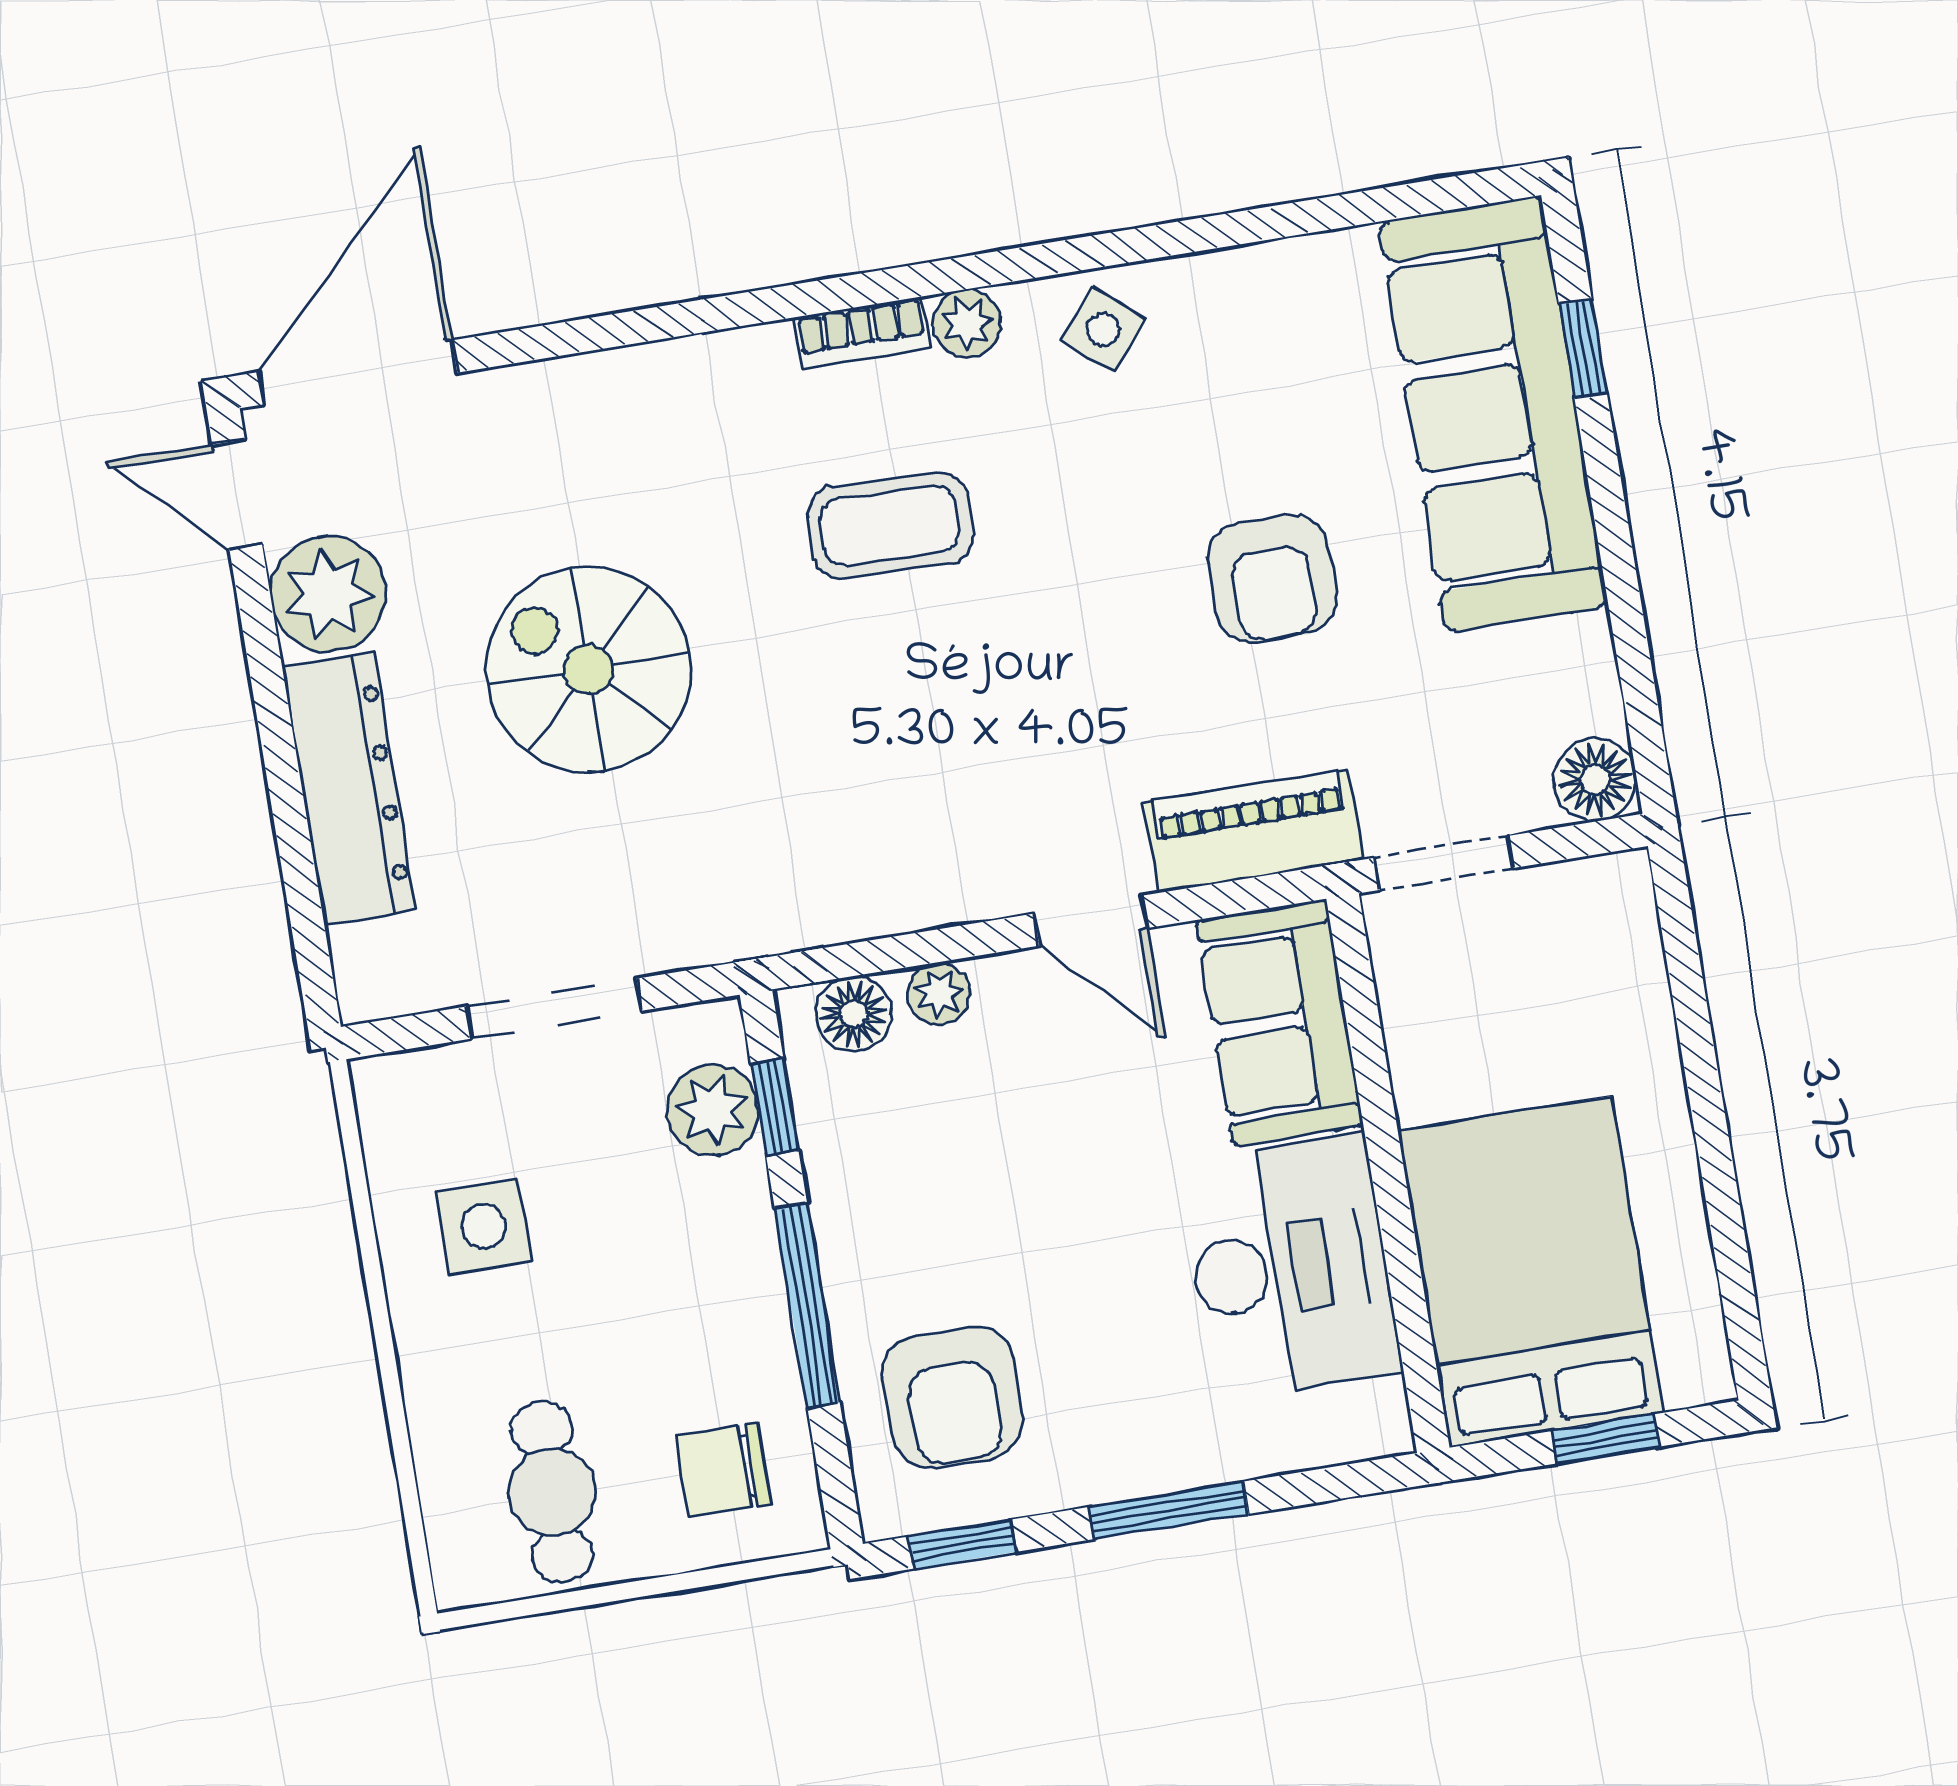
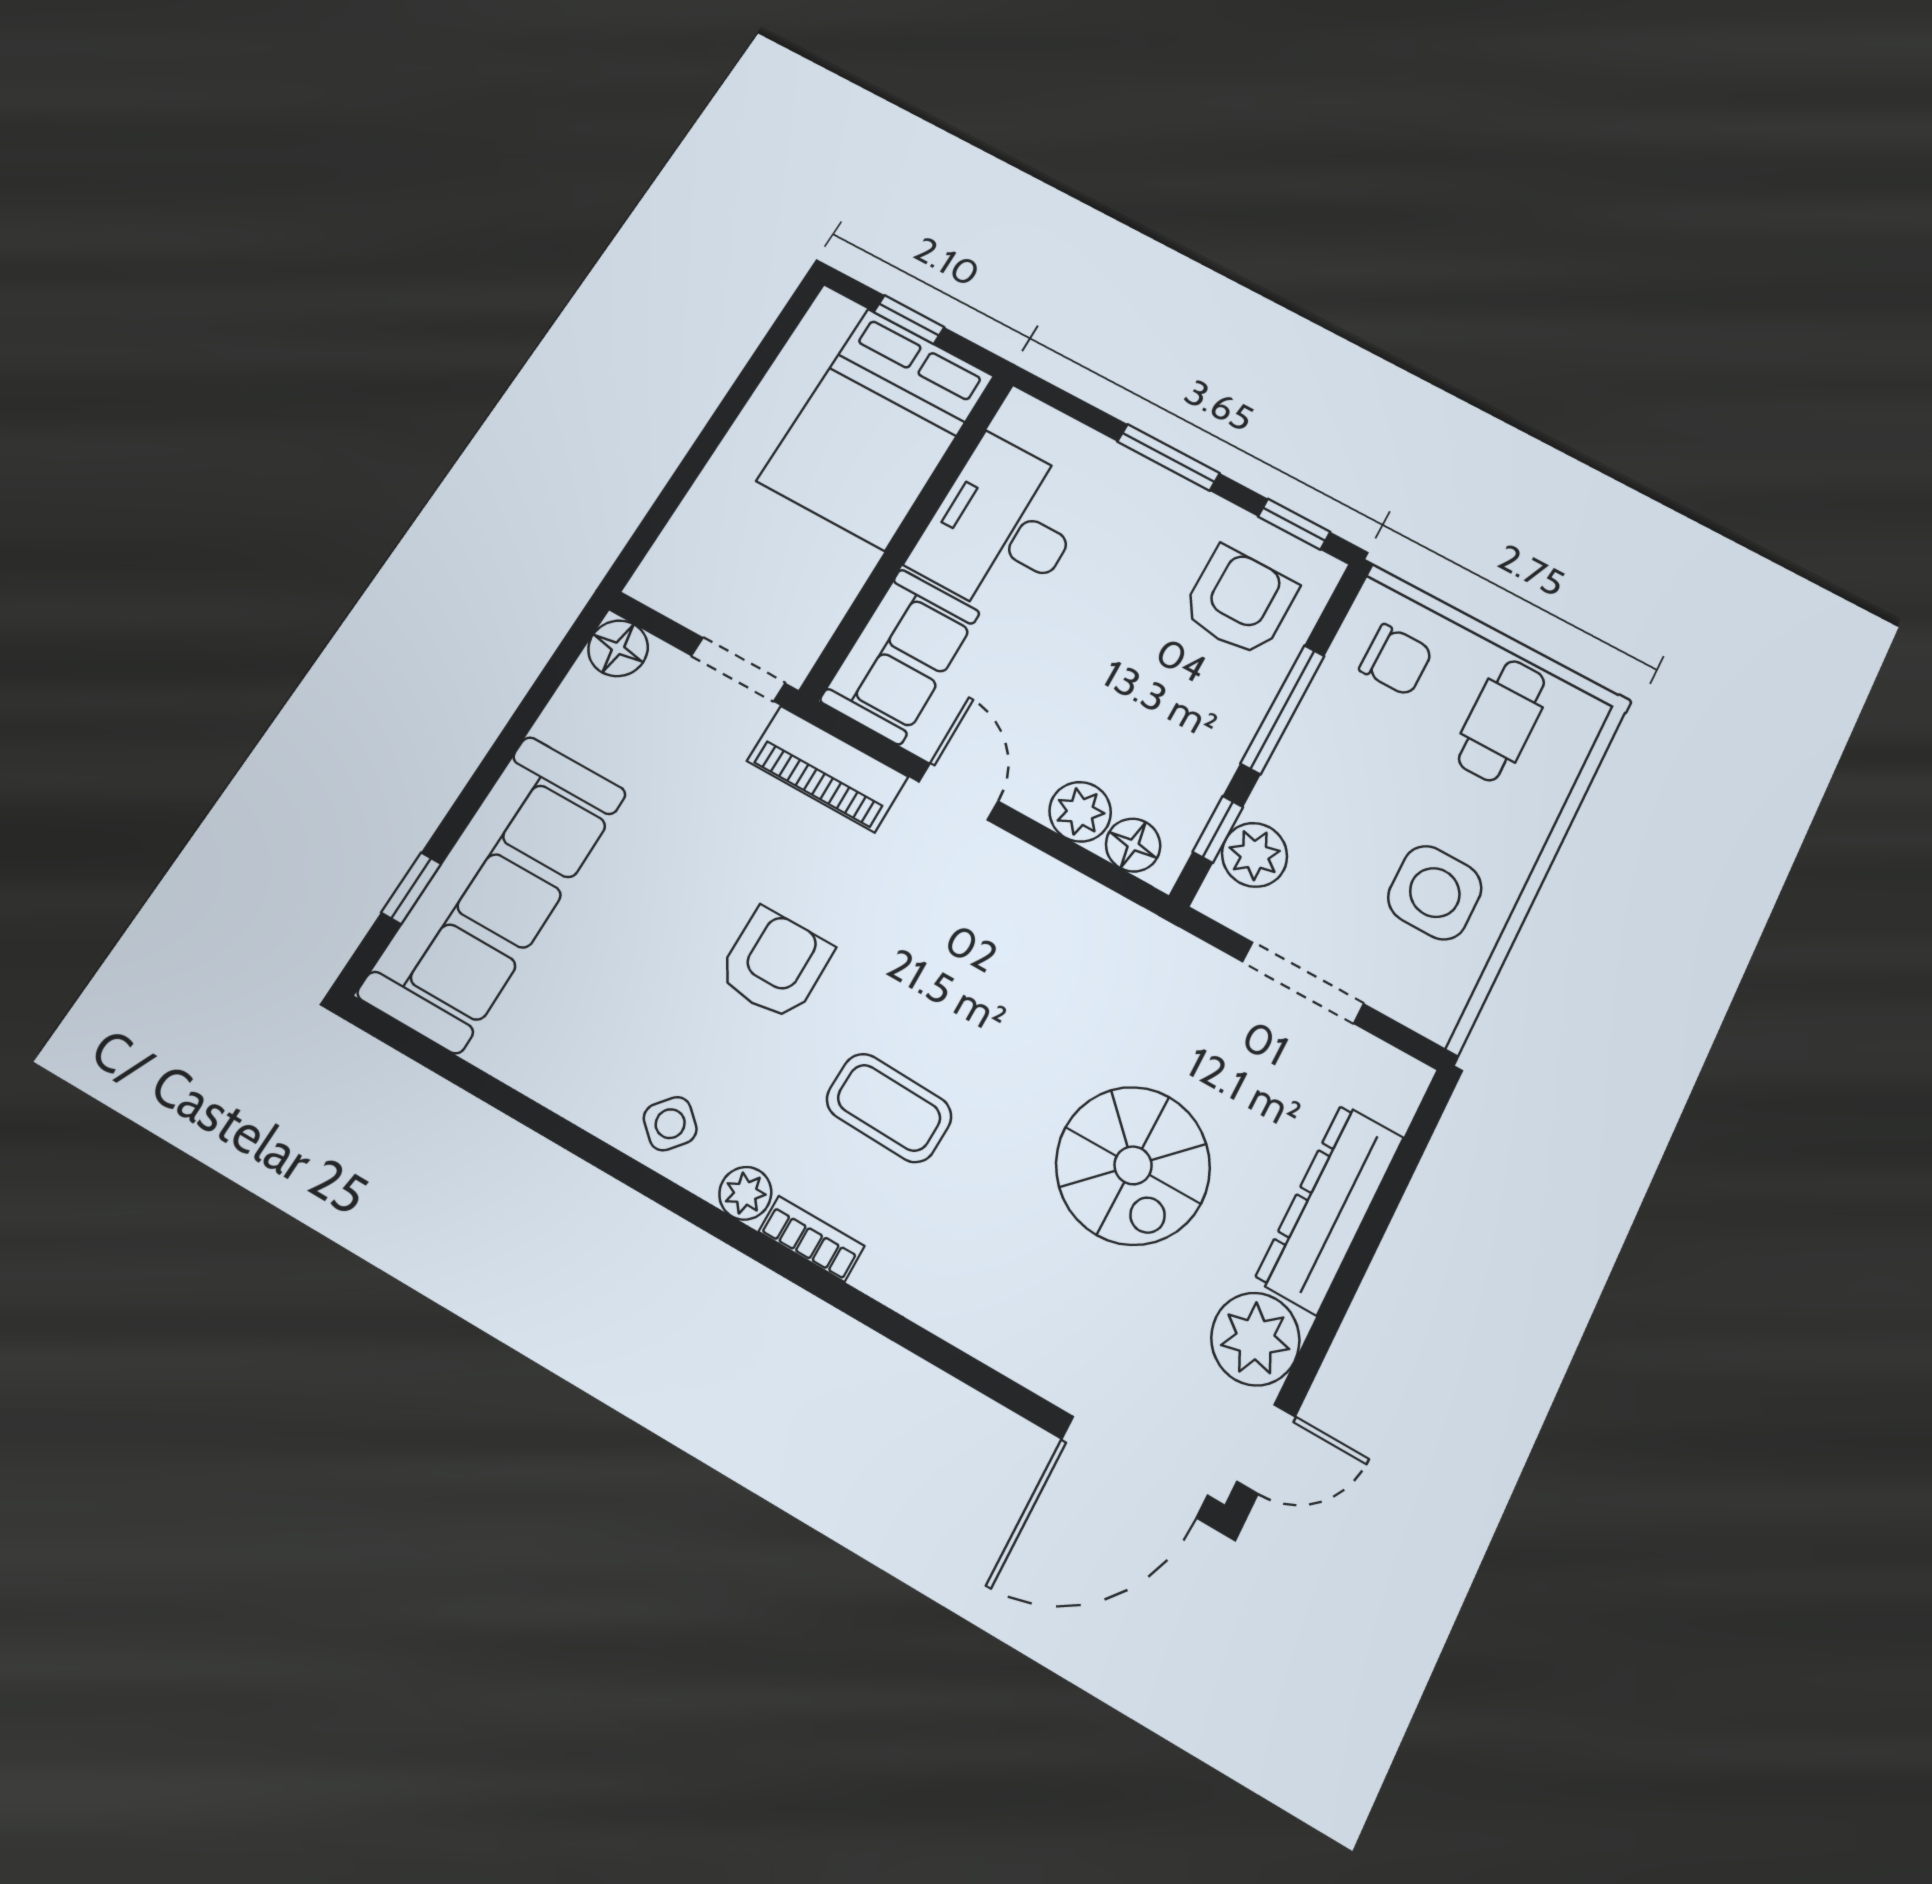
door: (237, 494) -> (1266, 1449), hinge flipped
armchair: (1272, 579) -> (775, 964), moved
plant: (938, 994) -> (1080, 812), width x1.38, depth x1.38
side table: (484, 1226) -> (1435, 893), width x1.37, depth x1.37

